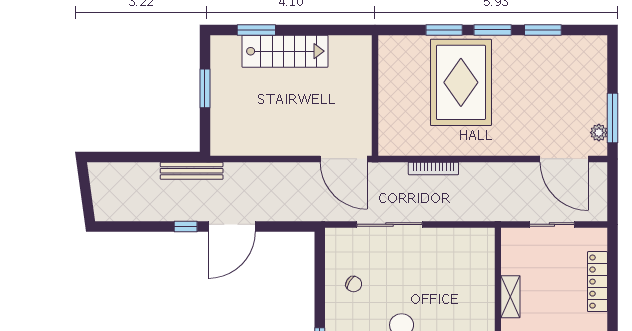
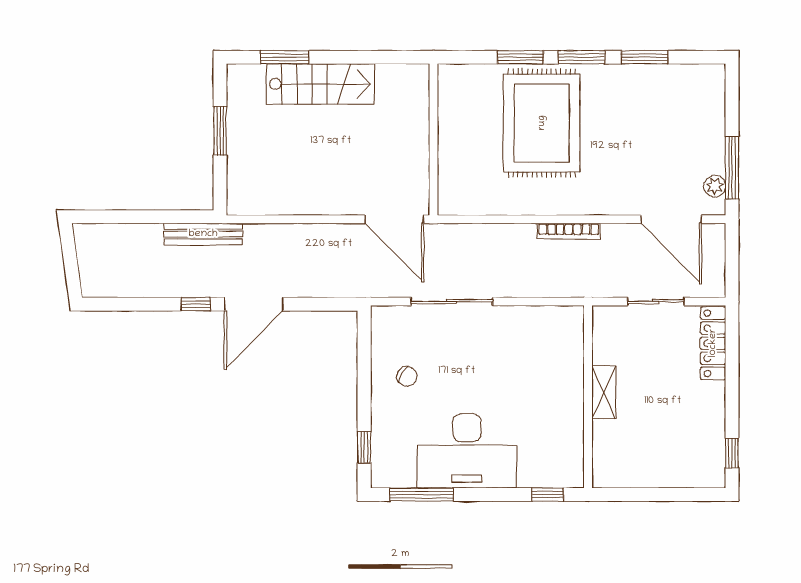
bookcase: (433, 168) -> (569, 231), moved
locker: (597, 282) -> (713, 343), moved

